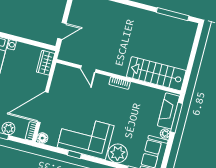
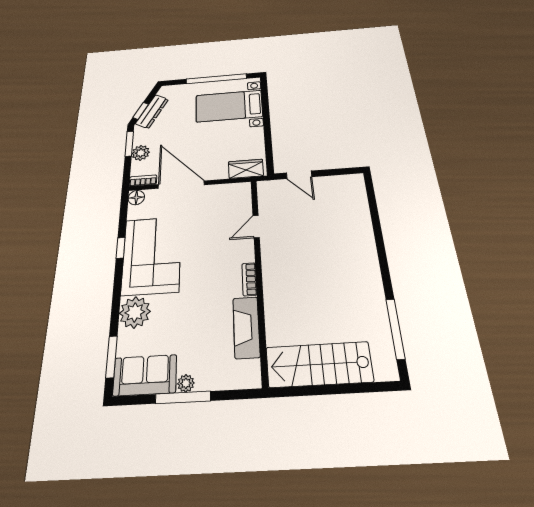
stairs: (156, 74) -> (319, 364), moved, turned -90
fireplace: (168, 111) -> (246, 327), moved, turned -90
window: (177, 118) -> (183, 397), moved

